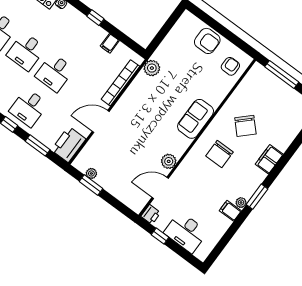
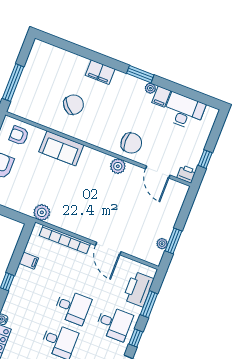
sofa: (196, 119) -> (61, 148), moved
printer: (68, 144) -> (138, 289), moved, turned 90
chair: (220, 154) -> (131, 143), moved
plant: (169, 161) -> (118, 166), moved
desk: (186, 232) -> (184, 111), moved, turned -90

